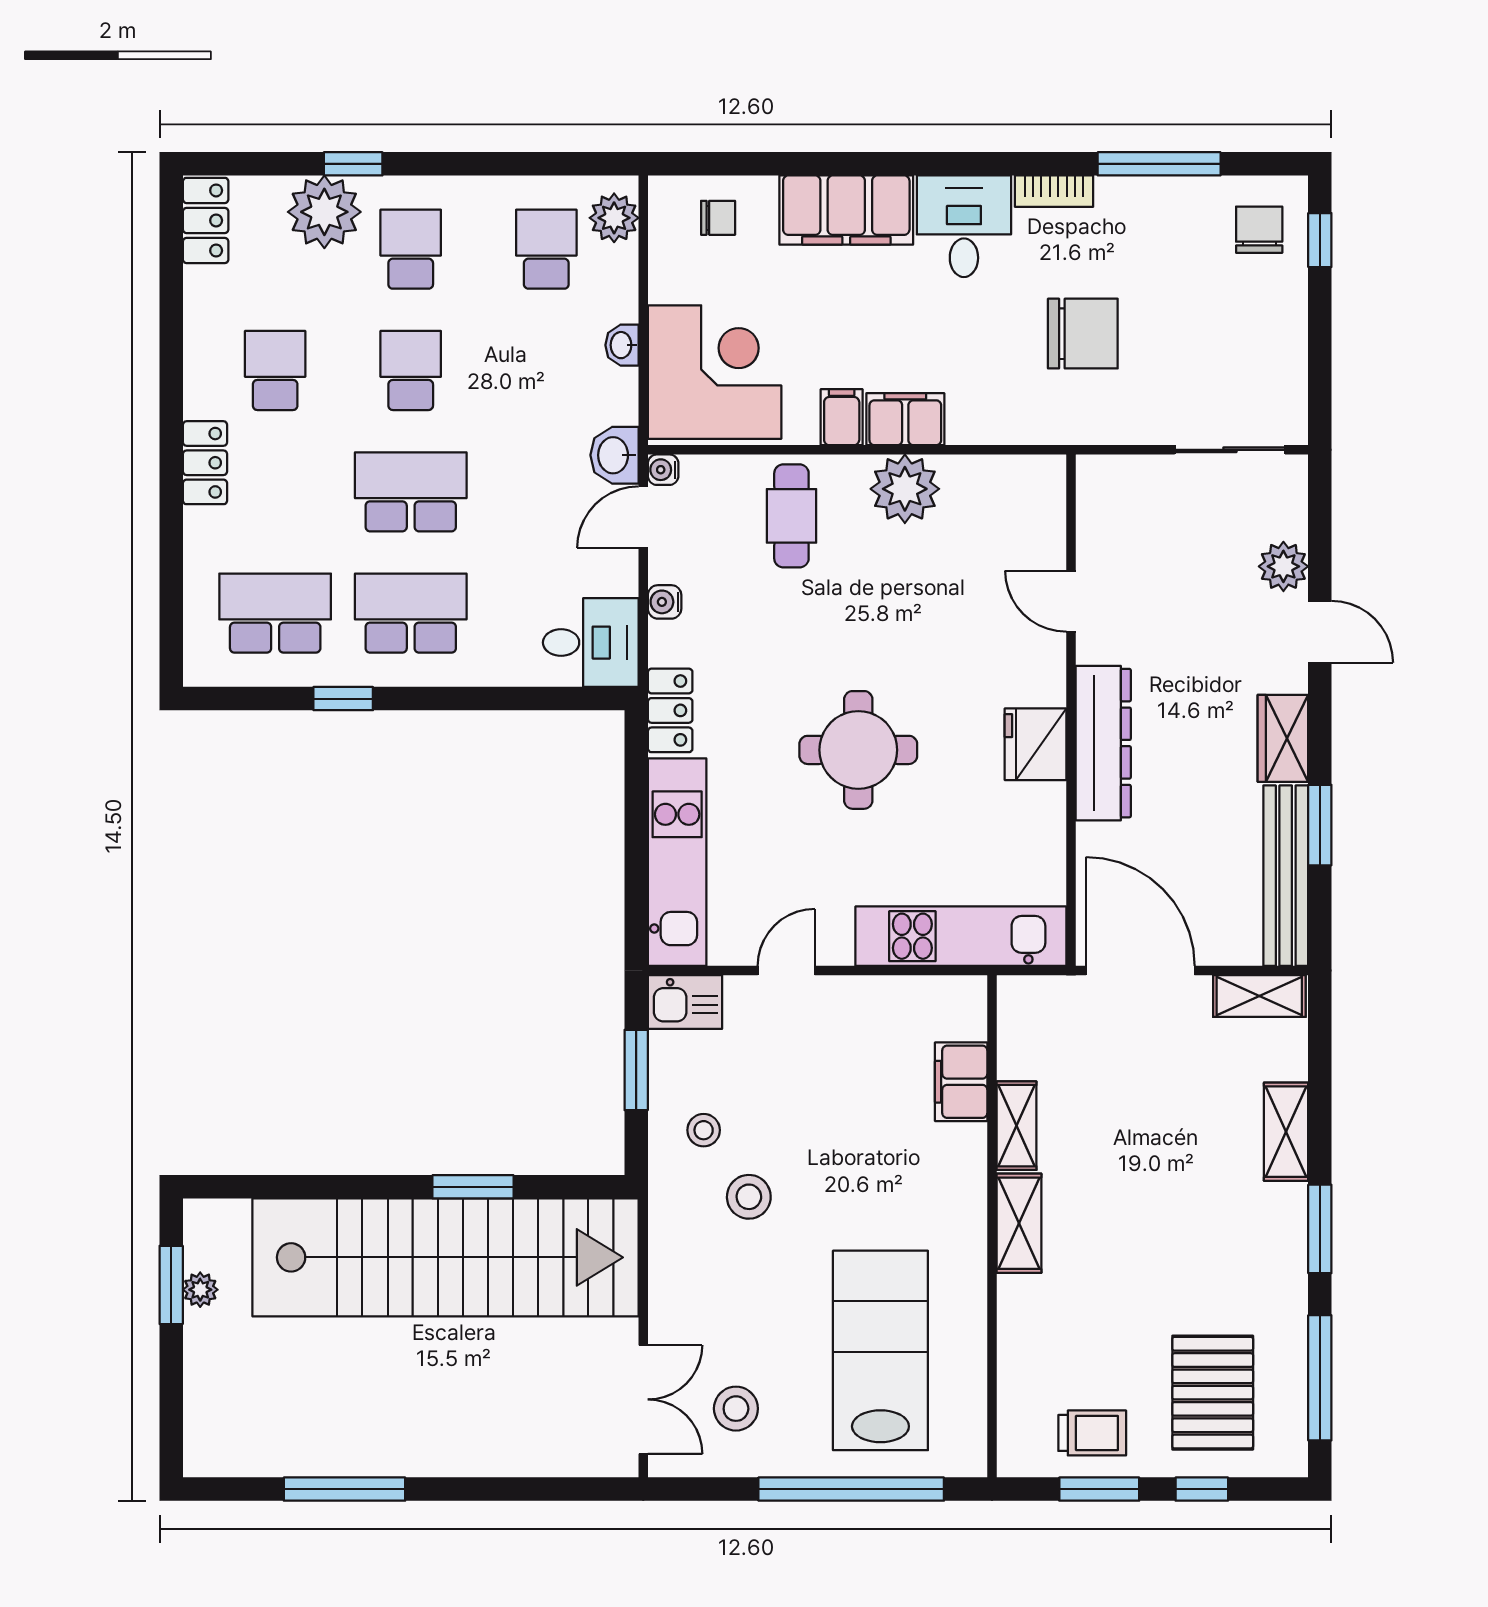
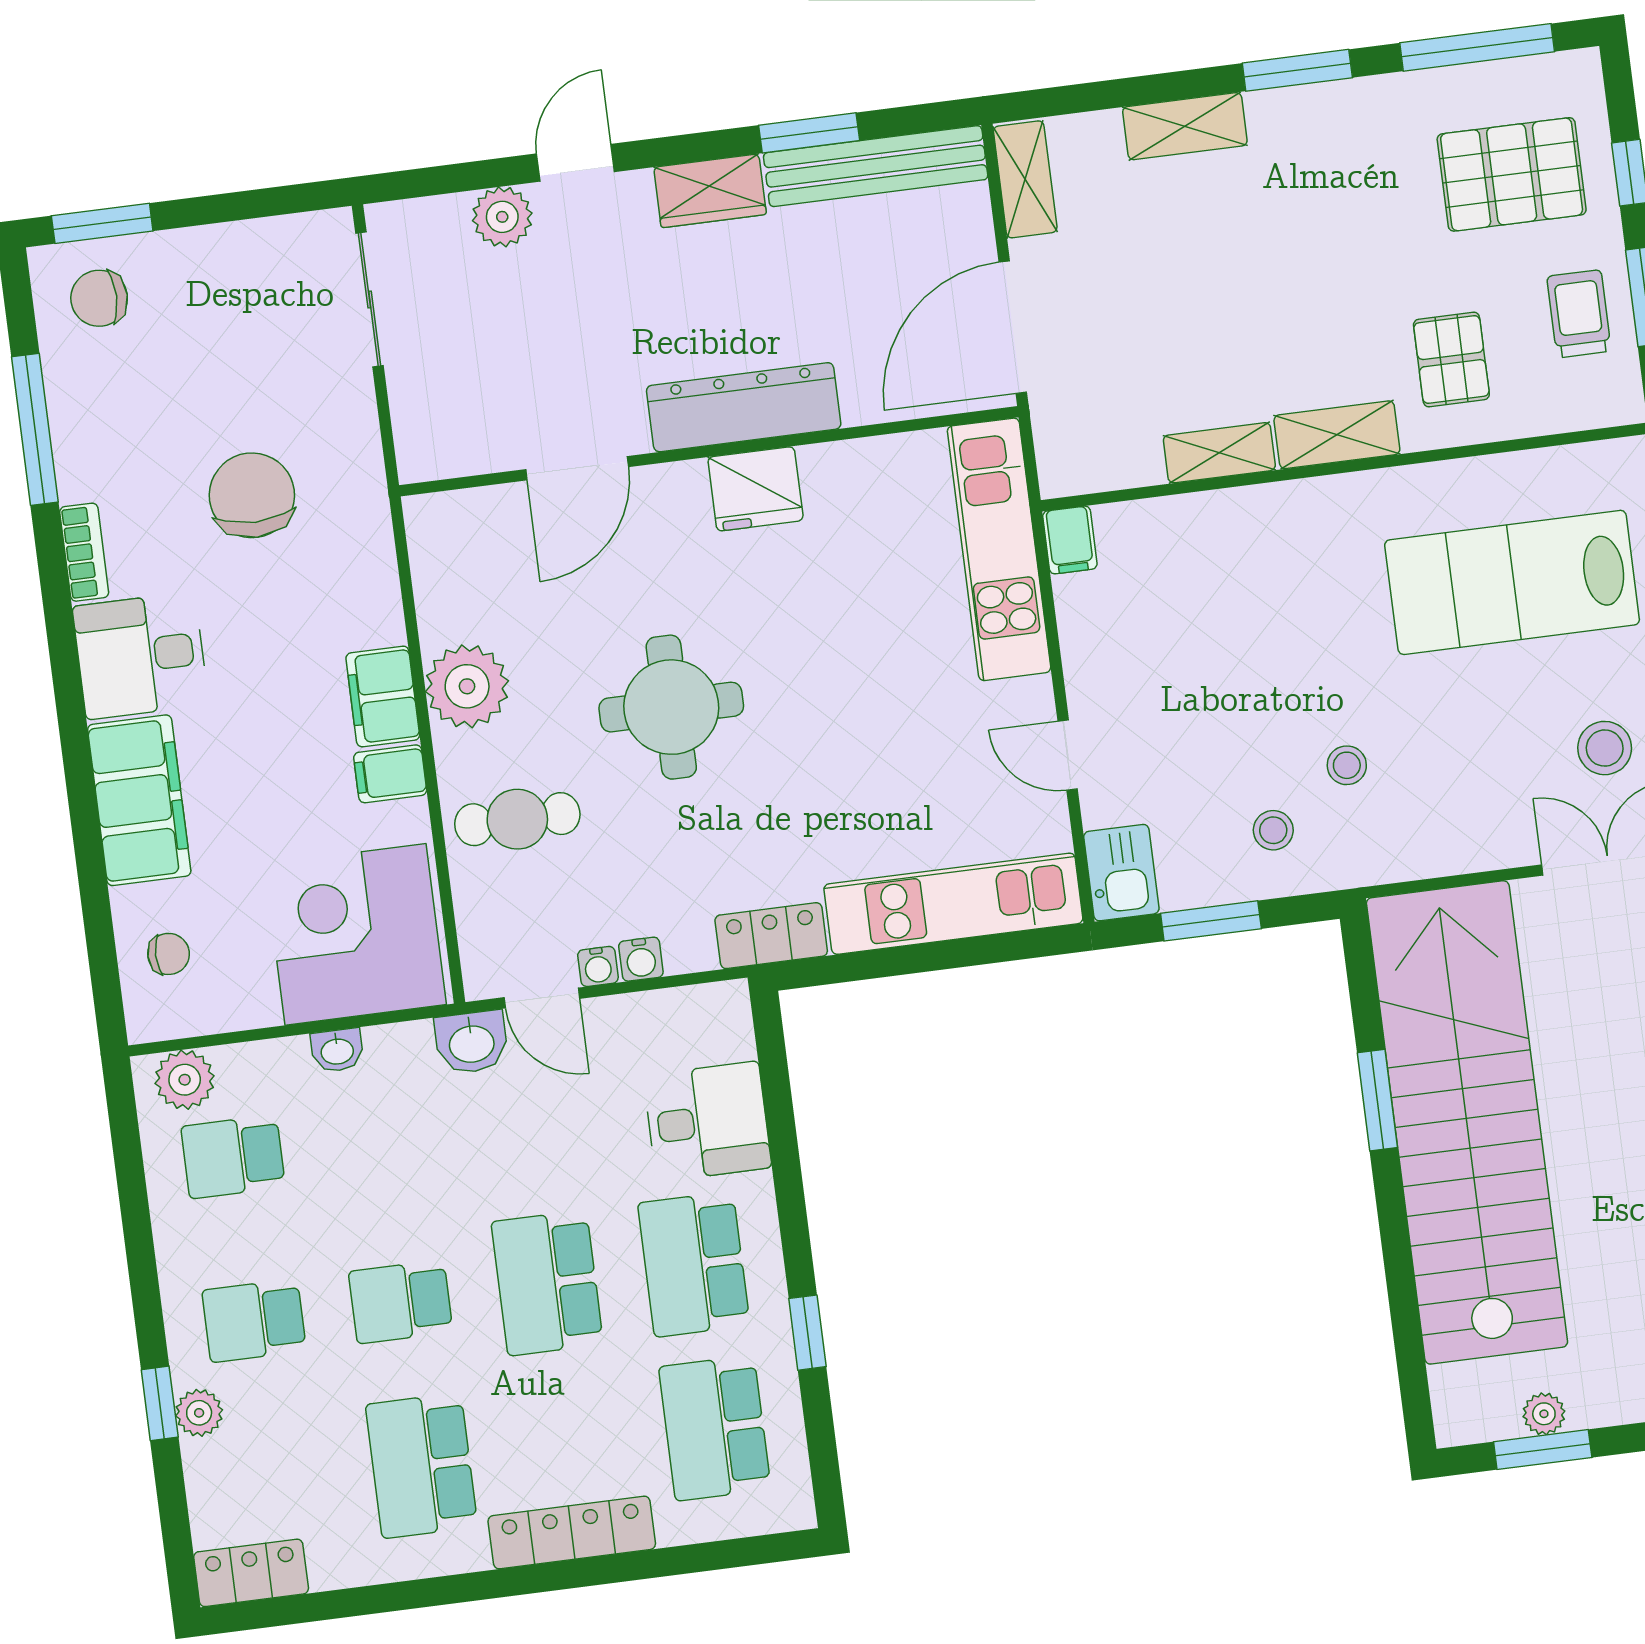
plant: (324, 212) -> (199, 1413), width x0.53, depth x0.53
chair: (718, 218) -> (169, 954), turned 90
window: (1320, 240) -> (102, 223), width x1.50
school desk: (275, 371) -> (422, 1466), width x1.85
locker: (205, 463) -> (572, 1533), width x1.53
water cooler: (663, 470) -> (598, 966), moved
door: (1071, 601) -> (577, 468), width x1.38
desk: (591, 643) -> (707, 1121), moved, turned 90
round table: (858, 750) -> (671, 707), moved
filing cabinet: (961, 1082) -> (1070, 540), moved, width x0.50
stool: (749, 1197) -> (1347, 765), width x0.73, depth x0.73
pallet: (1068, 1324) -> (1451, 360), added

